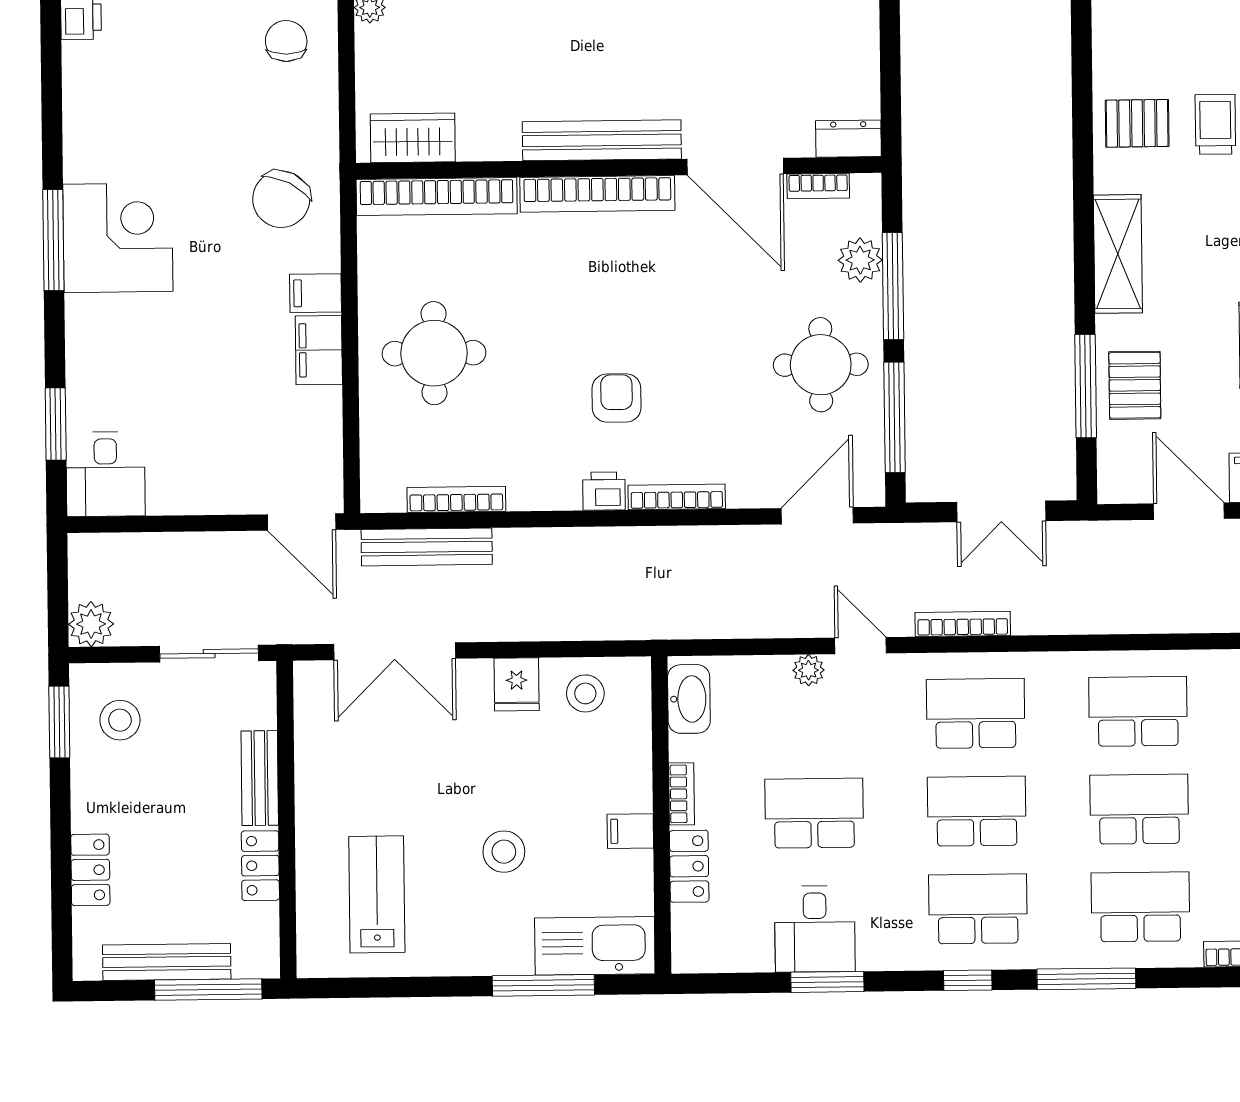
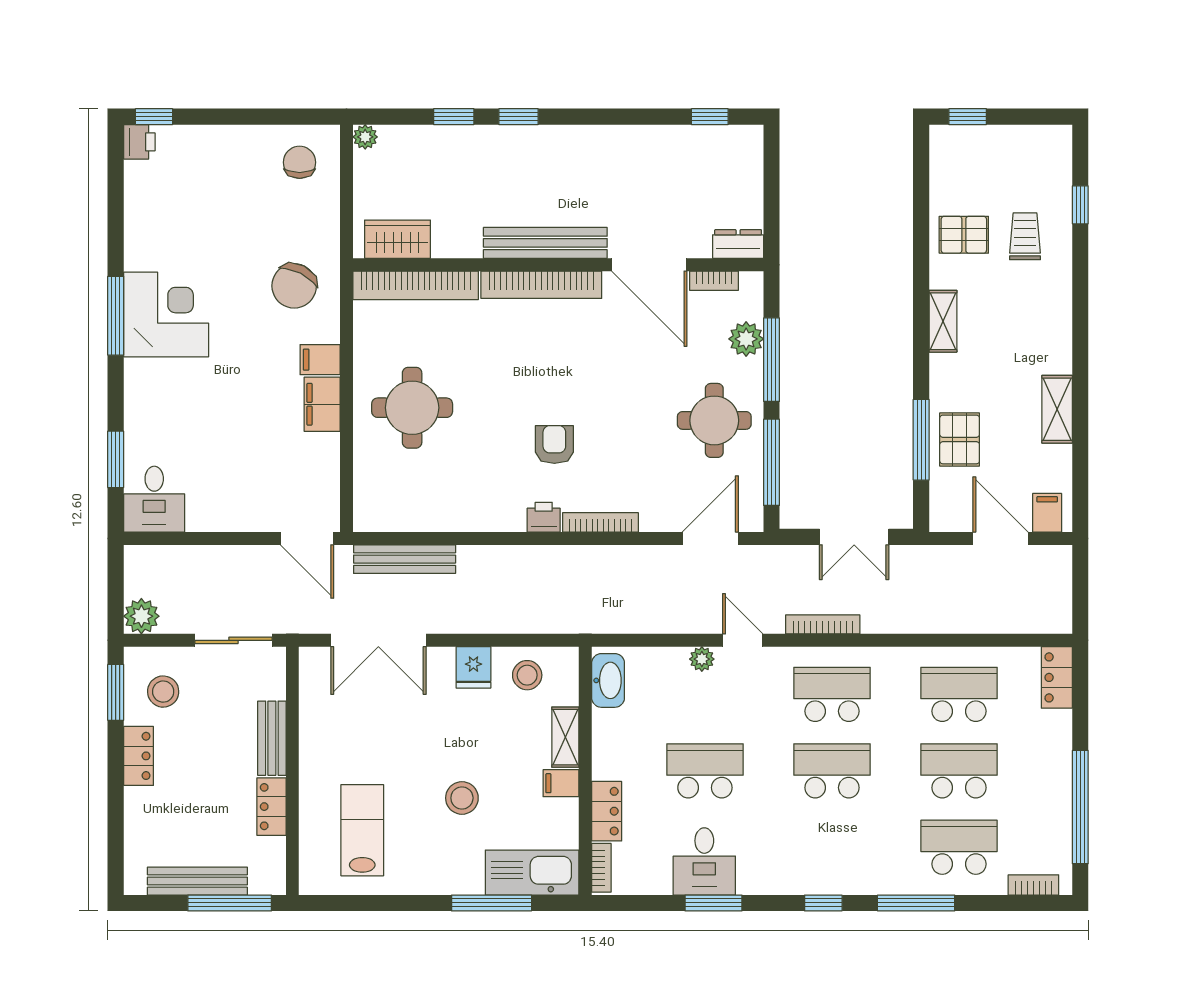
shelving: (1118, 254) -> (943, 321), width x0.67, depth x0.75
bookcase: (456, 499) -> (428, 522), removed
shelving: (635, 772) -> (565, 737), added
bookcase: (682, 794) -> (601, 868), moved
locker: (90, 870) -> (139, 756), moved
school desk: (978, 909) -> (832, 847), removed

